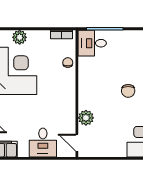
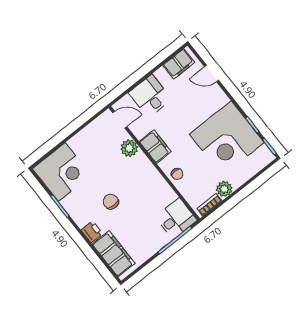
plant: (20, 37) -> (224, 189), moved
chair: (68, 63) -> (177, 174), moved
filing cabinet: (67, 105) -> (155, 147), added

